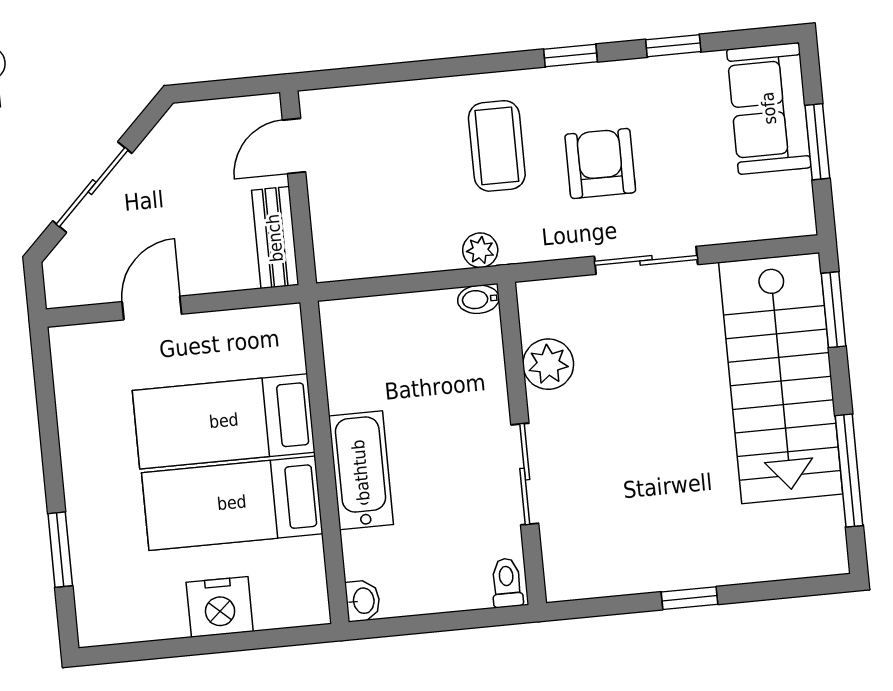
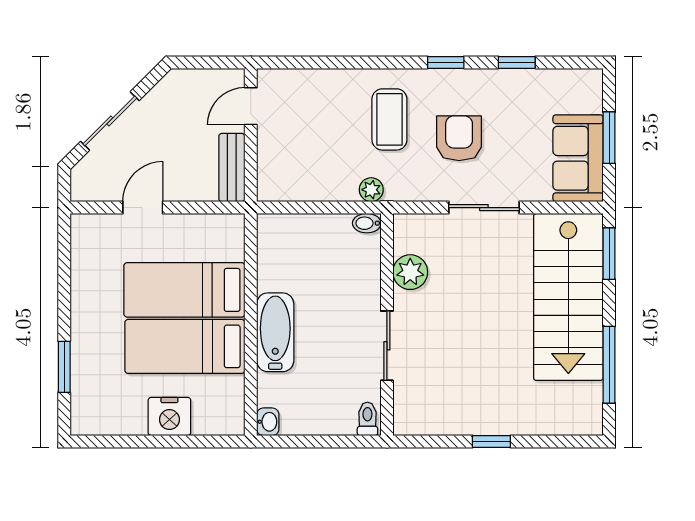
sofa: (769, 108) -> (578, 158), moved

